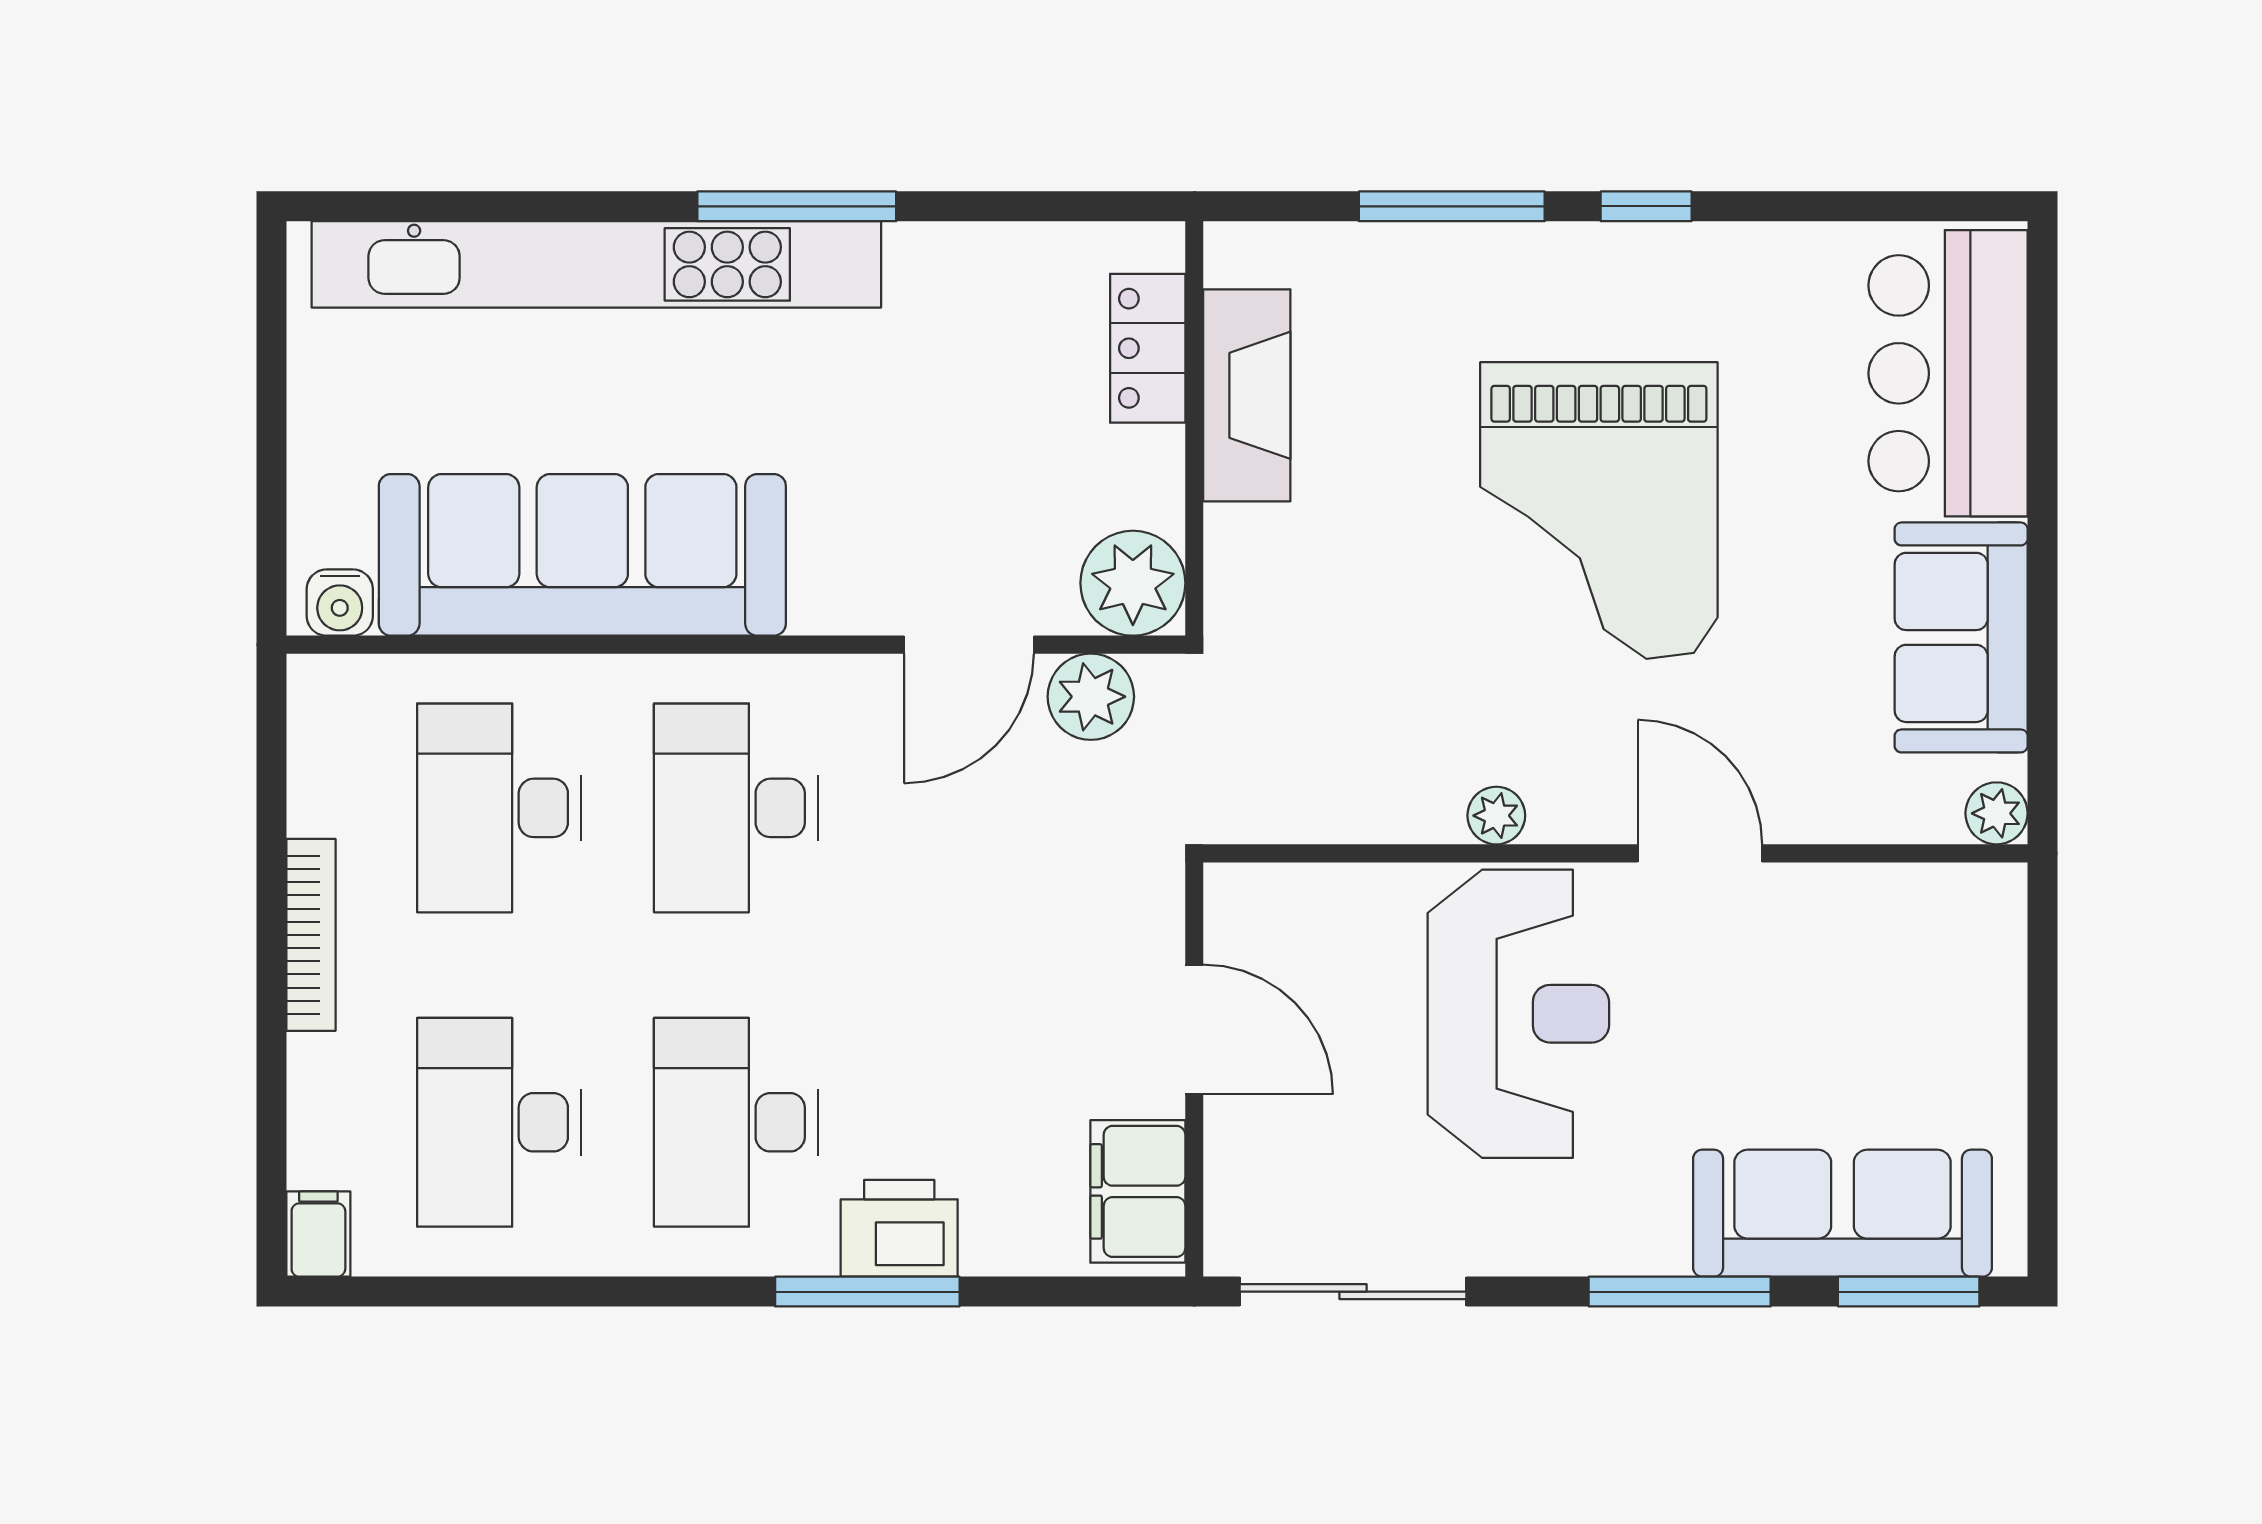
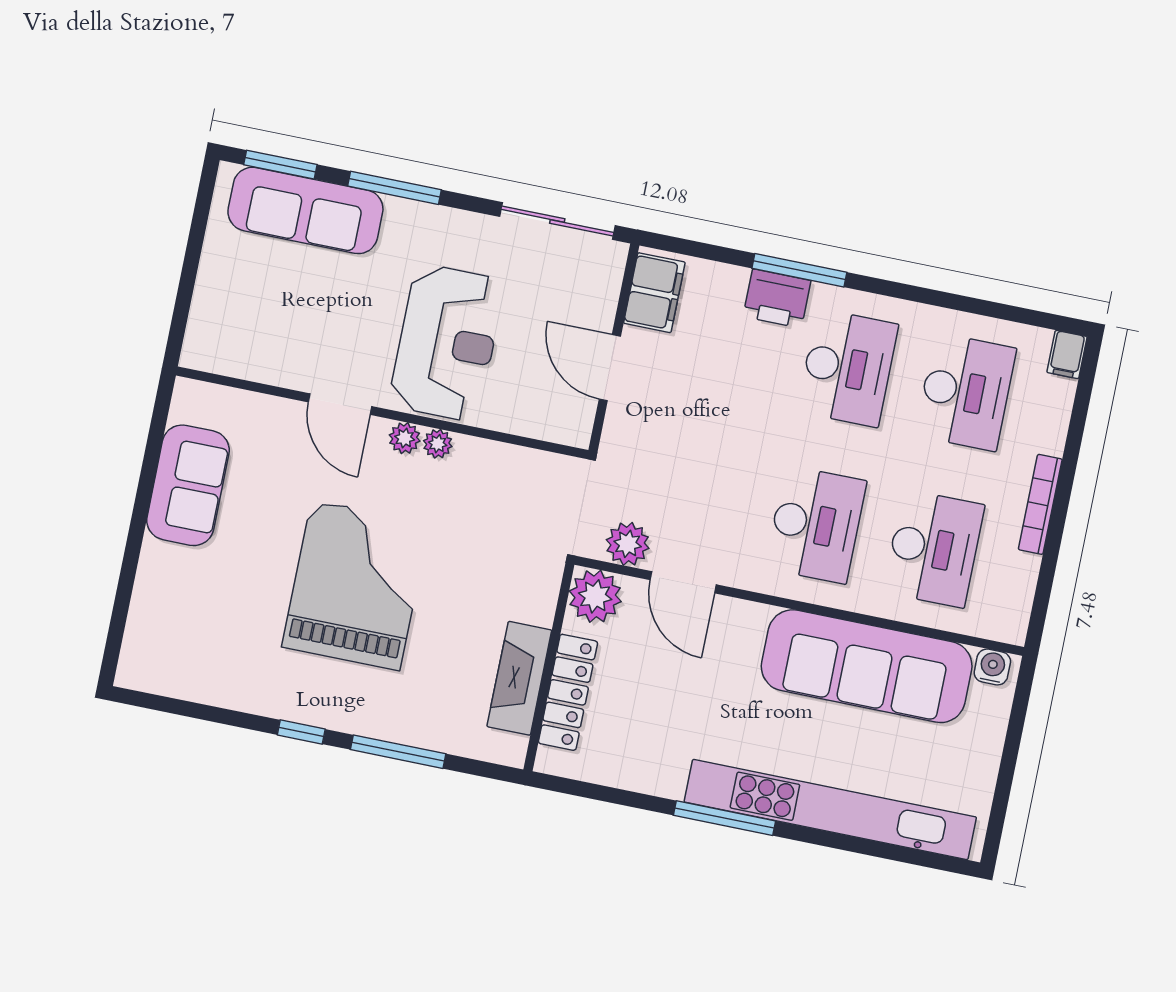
locker: (1148, 348) -> (568, 692), width x1.53
bar counter: (1948, 373) -> (168, 618), removed
door: (969, 645) -> (683, 582), swing flipped
plant: (1997, 813) -> (405, 438), moved
reception desk: (1518, 1014) -> (447, 343), turned 180

